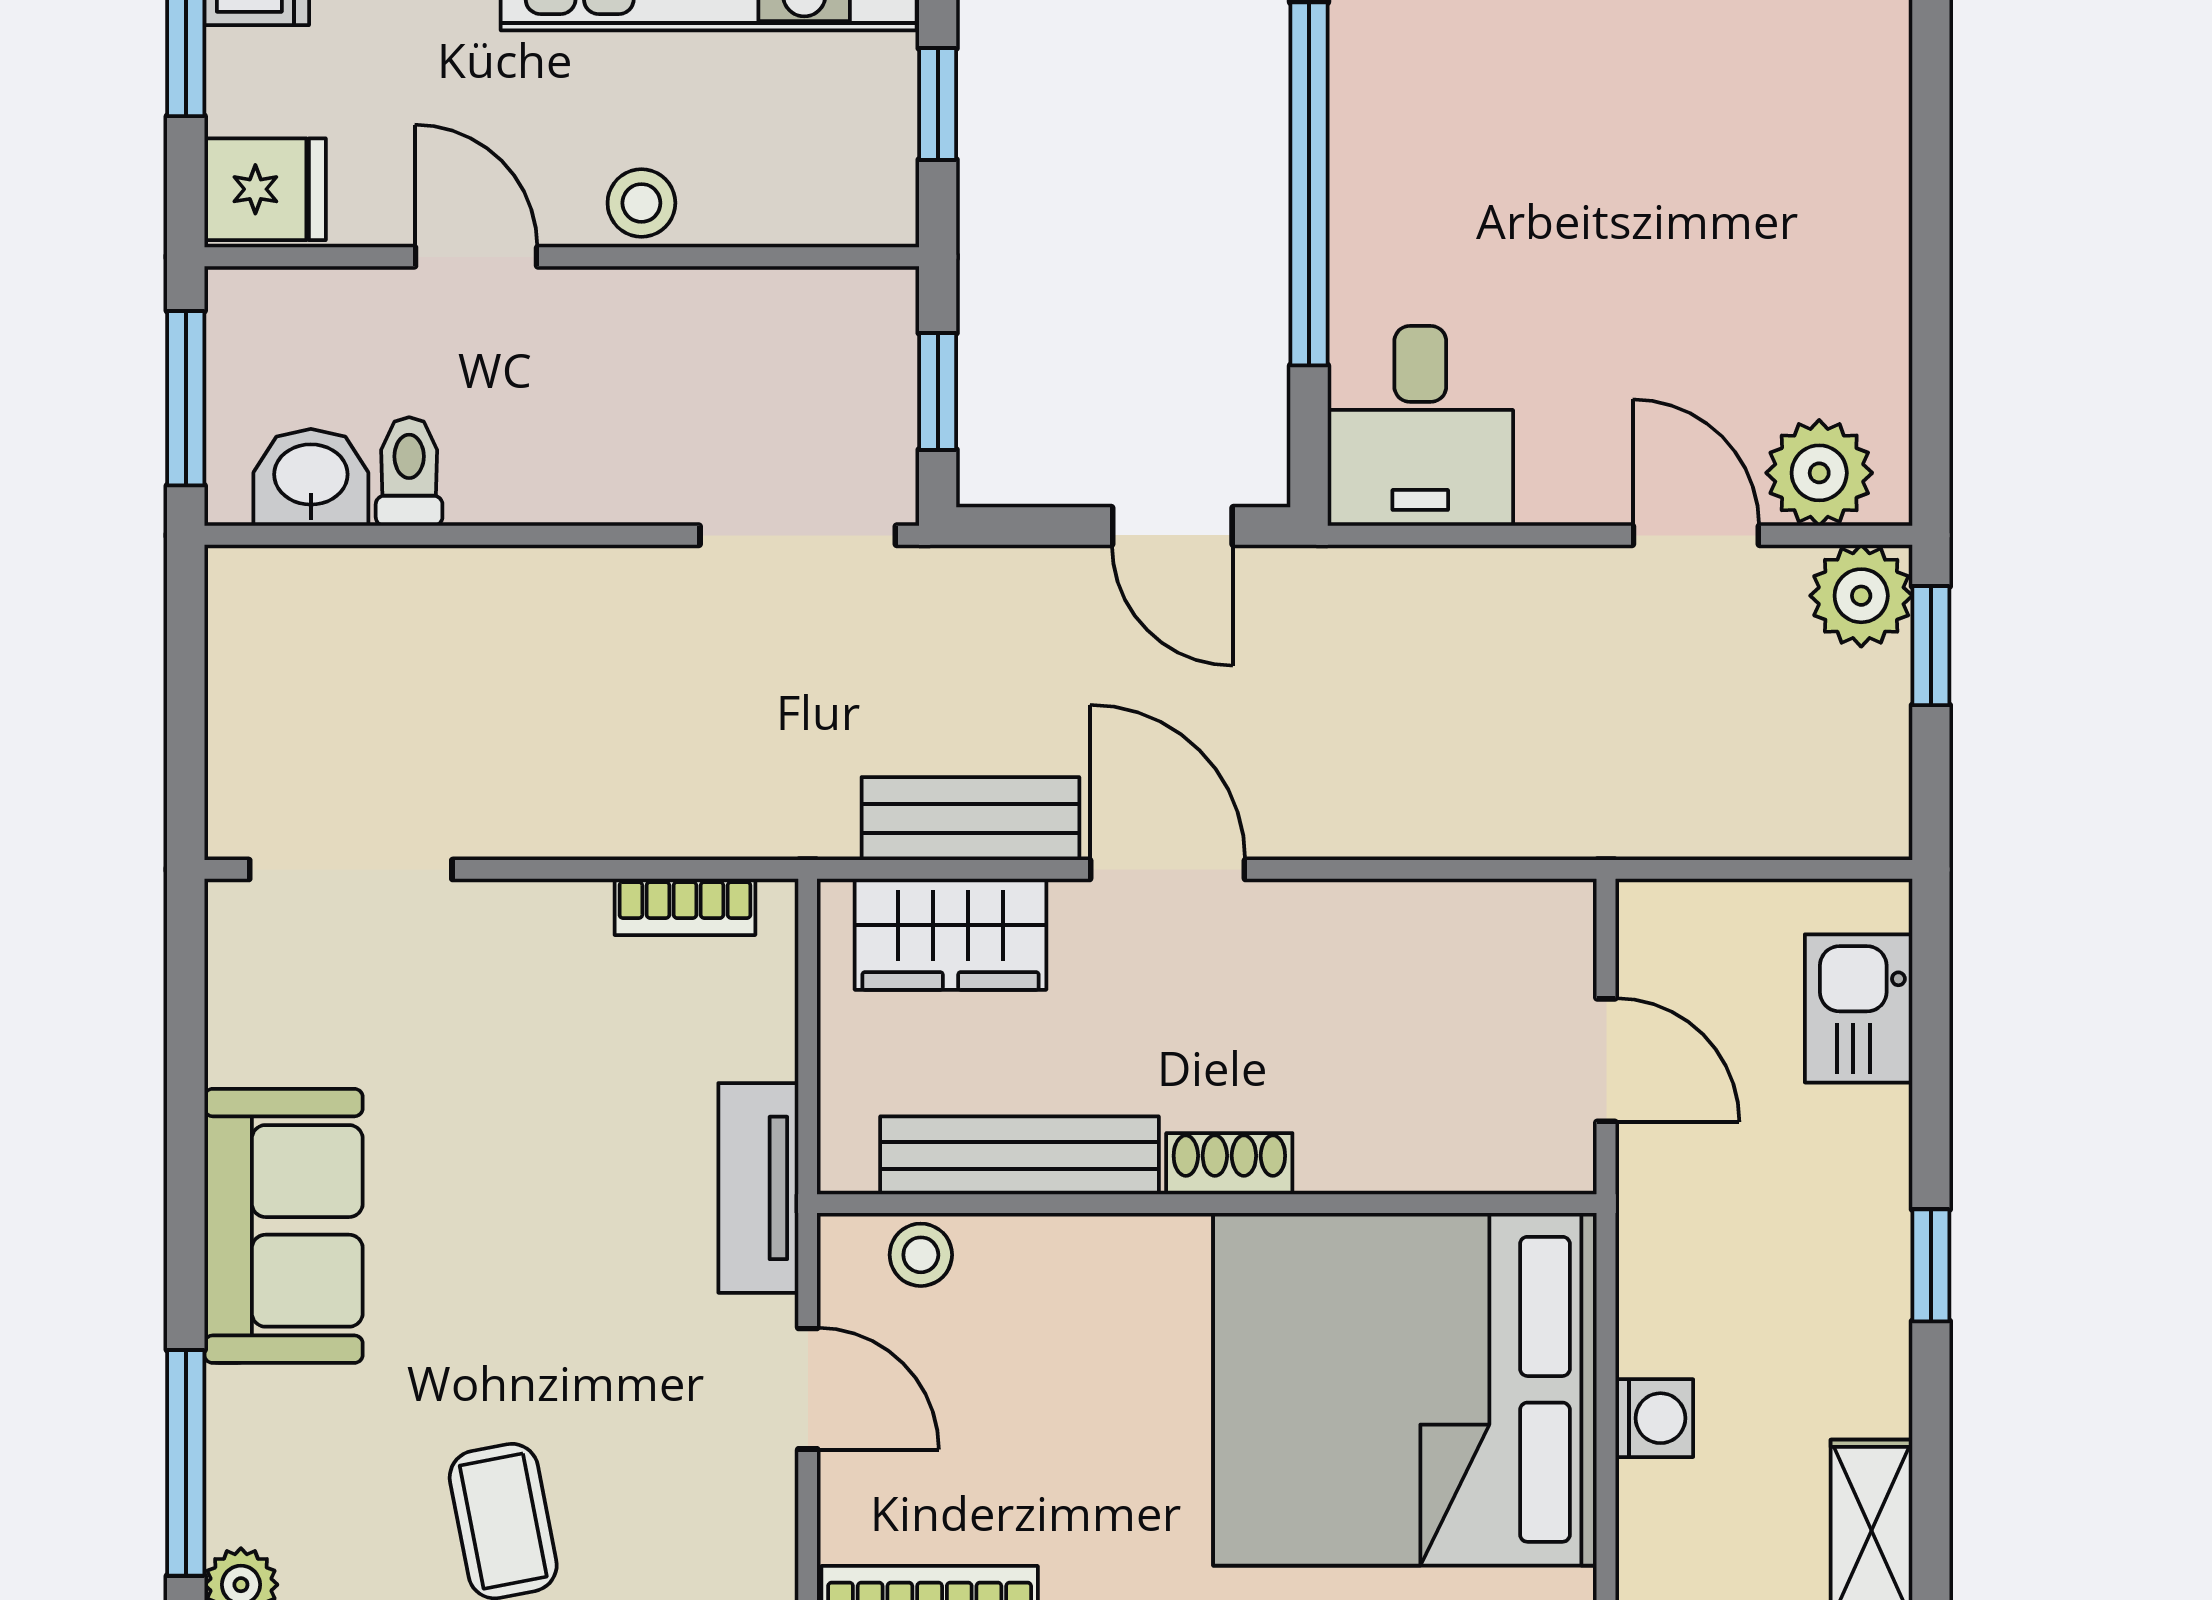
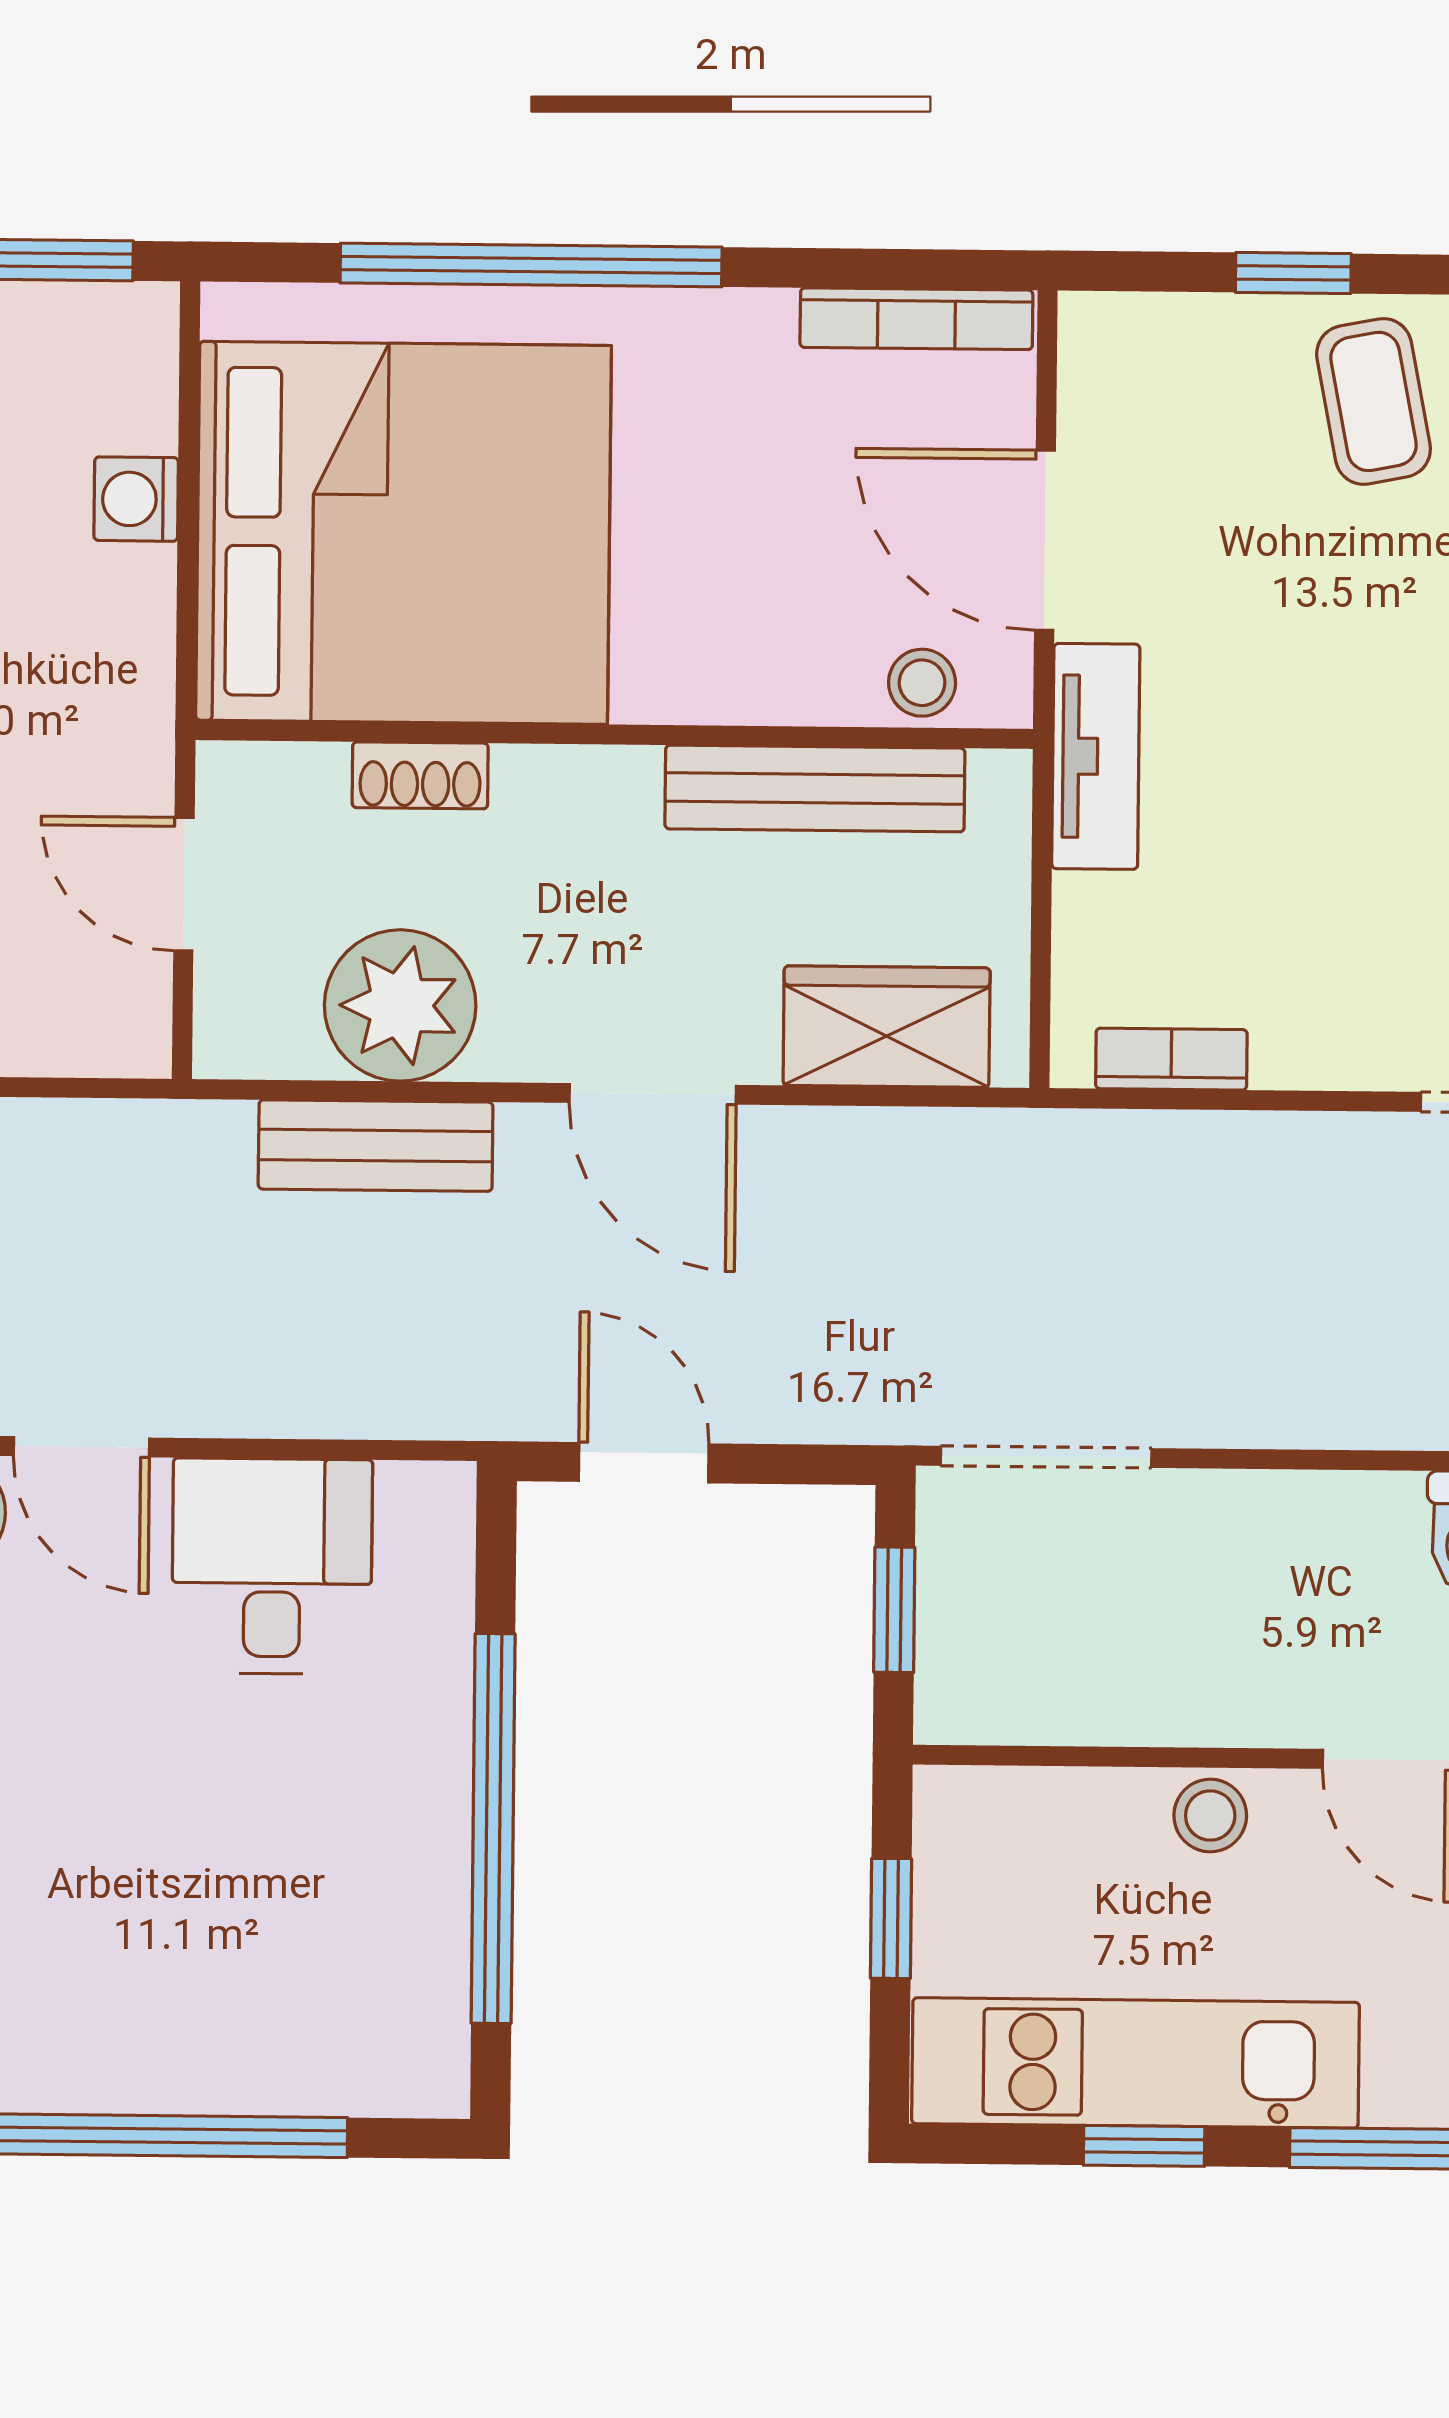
desk: (1420, 426) -> (272, 1566), moved
bench: (970, 819) -> (376, 1146), moved
plant: (1404, 949) -> (400, 1005), added
shoe rack: (1229, 1164) -> (420, 775), moved
door: (808, 1389) -> (1045, 540), width x1.38

